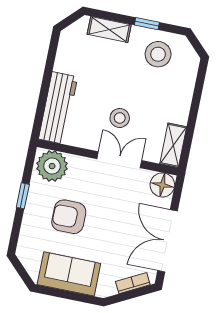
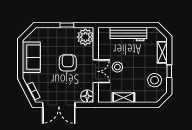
workbench: (58, 108) -> (128, 34), moved
shelving: (173, 145) -> (124, 98), moved
armchair: (69, 217) -> (68, 63), moved
double door: (168, 241) -> (59, 105), swing flipped

